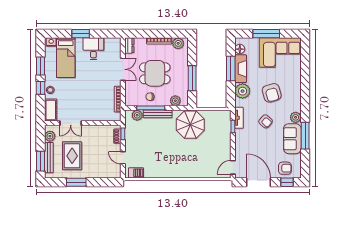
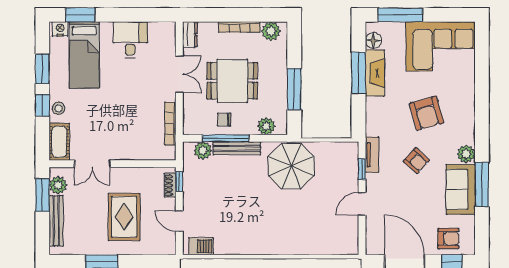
window: (81, 34) -> (80, 15), moved
window: (266, 34) -> (400, 15), moved
plant: (243, 91) -> (378, 110), removed
rug: (72, 156) -> (124, 217), moved
window: (41, 161) -> (42, 195), moved
door: (233, 167) -> (362, 204), moved

